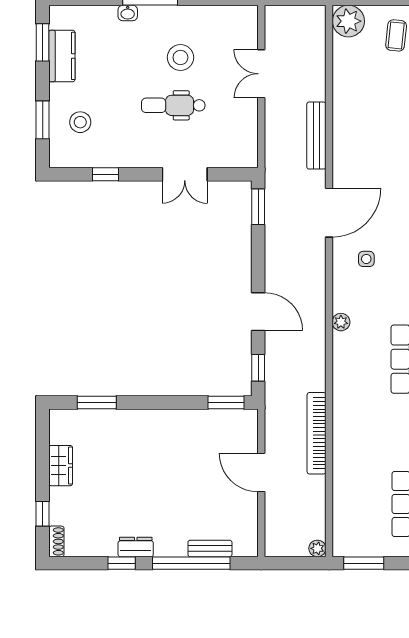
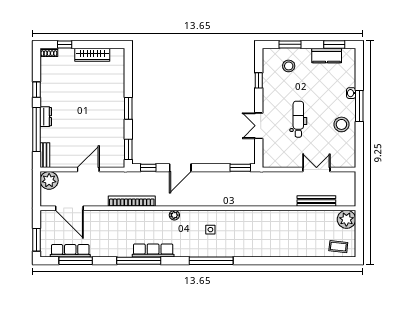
stool: (180, 57) -> (341, 124), moved
bench: (316, 136) -> (316, 201), moved
door: (329, 213) -> (69, 208), moved
window: (97, 403) -> (128, 108), moved
bookcase: (317, 433) -> (132, 201), moved
wardrobe: (61, 466) -> (92, 55), width x1.50
dresser: (136, 547) -> (46, 117), moved
bench: (210, 548) -> (45, 155), moved
plant: (317, 548) -> (49, 180), moved, width x1.88, depth x1.88
window: (364, 563) -> (36, 240), moved

